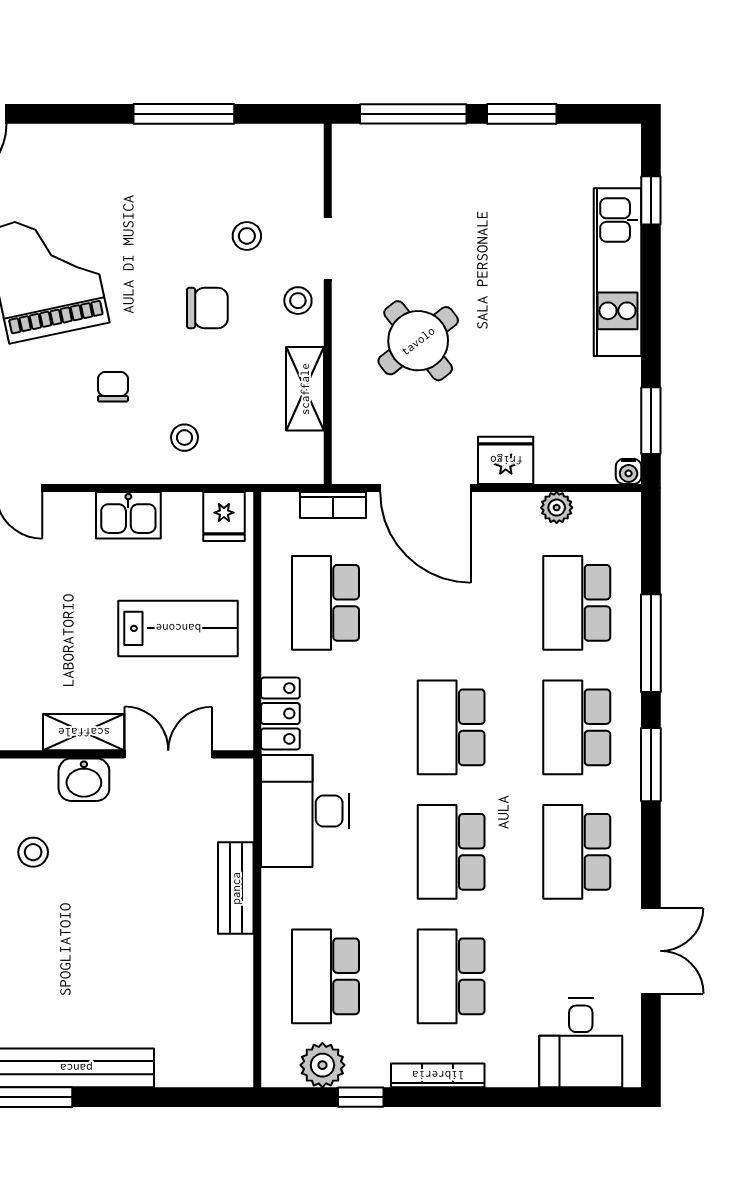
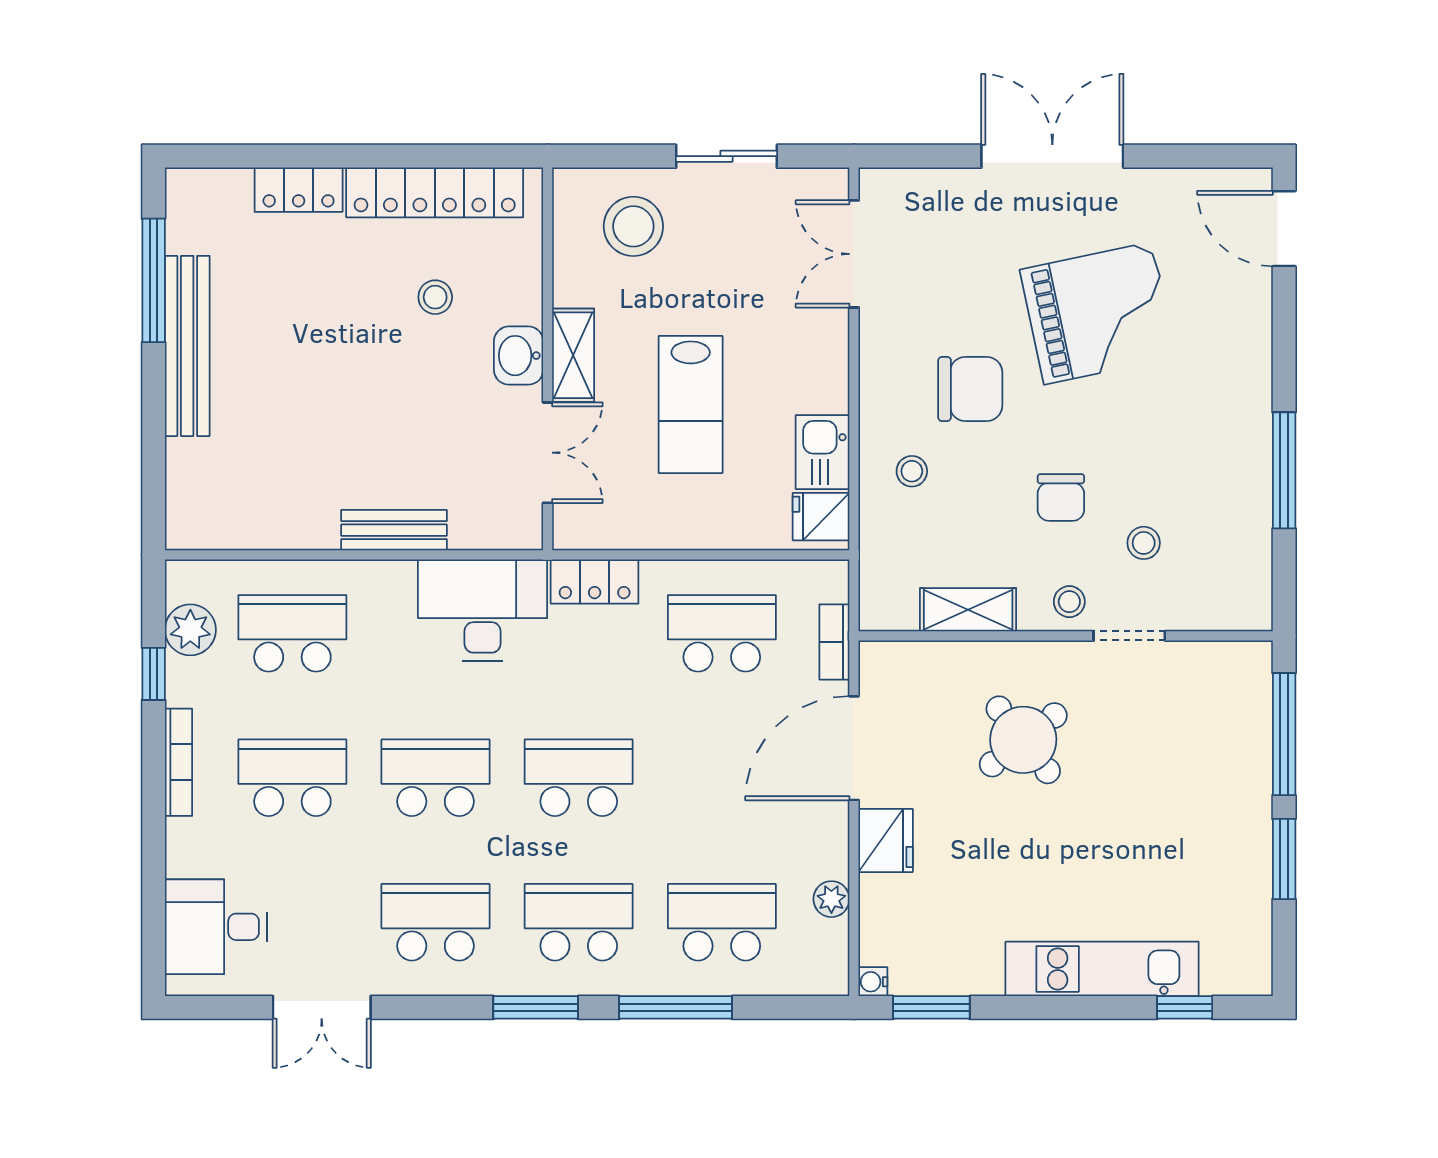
chair: (113, 387) -> (970, 389), width x1.87, depth x1.87
kitchen sink: (128, 515) -> (823, 452), moved
lab bench: (178, 628) -> (691, 405), moved

